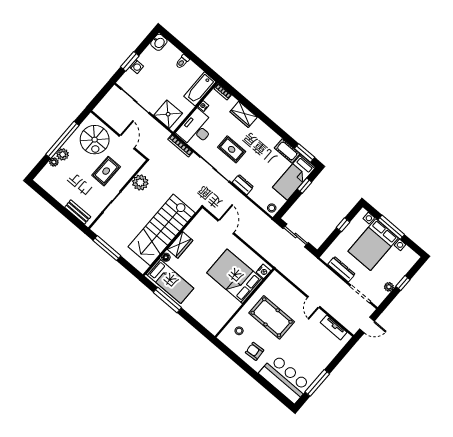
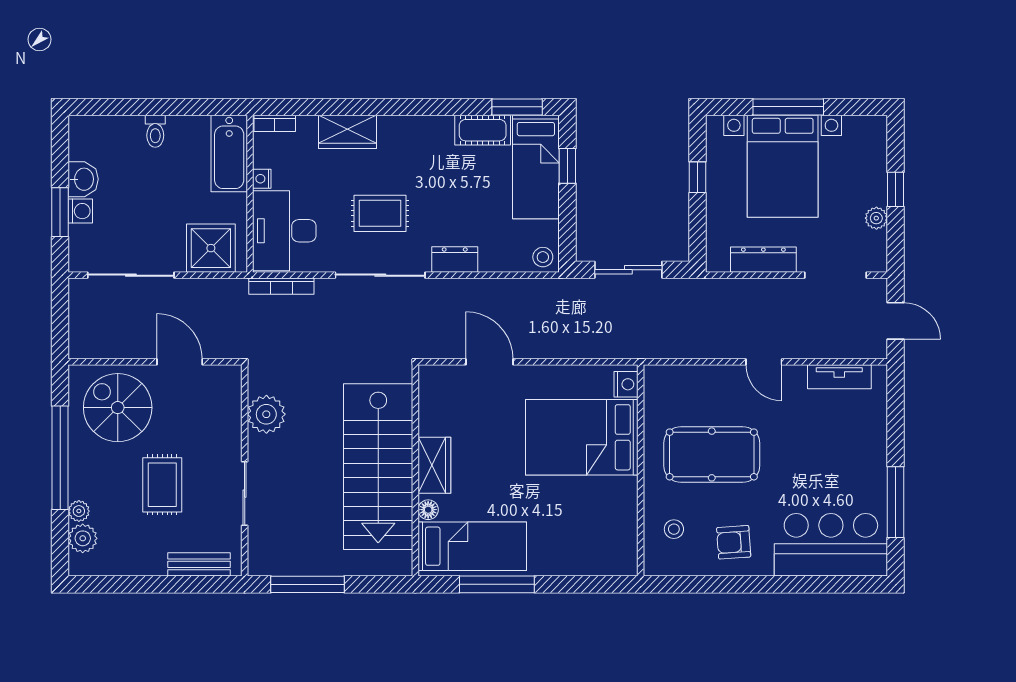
washbasin: (159, 42) -> (83, 179), moved
spiral stairs: (95, 140) -> (118, 408), turned 180
plant: (63, 154) -> (83, 538), moved
rug: (106, 171) -> (162, 485), moved
door: (367, 325) -> (896, 321), hinge flipped

